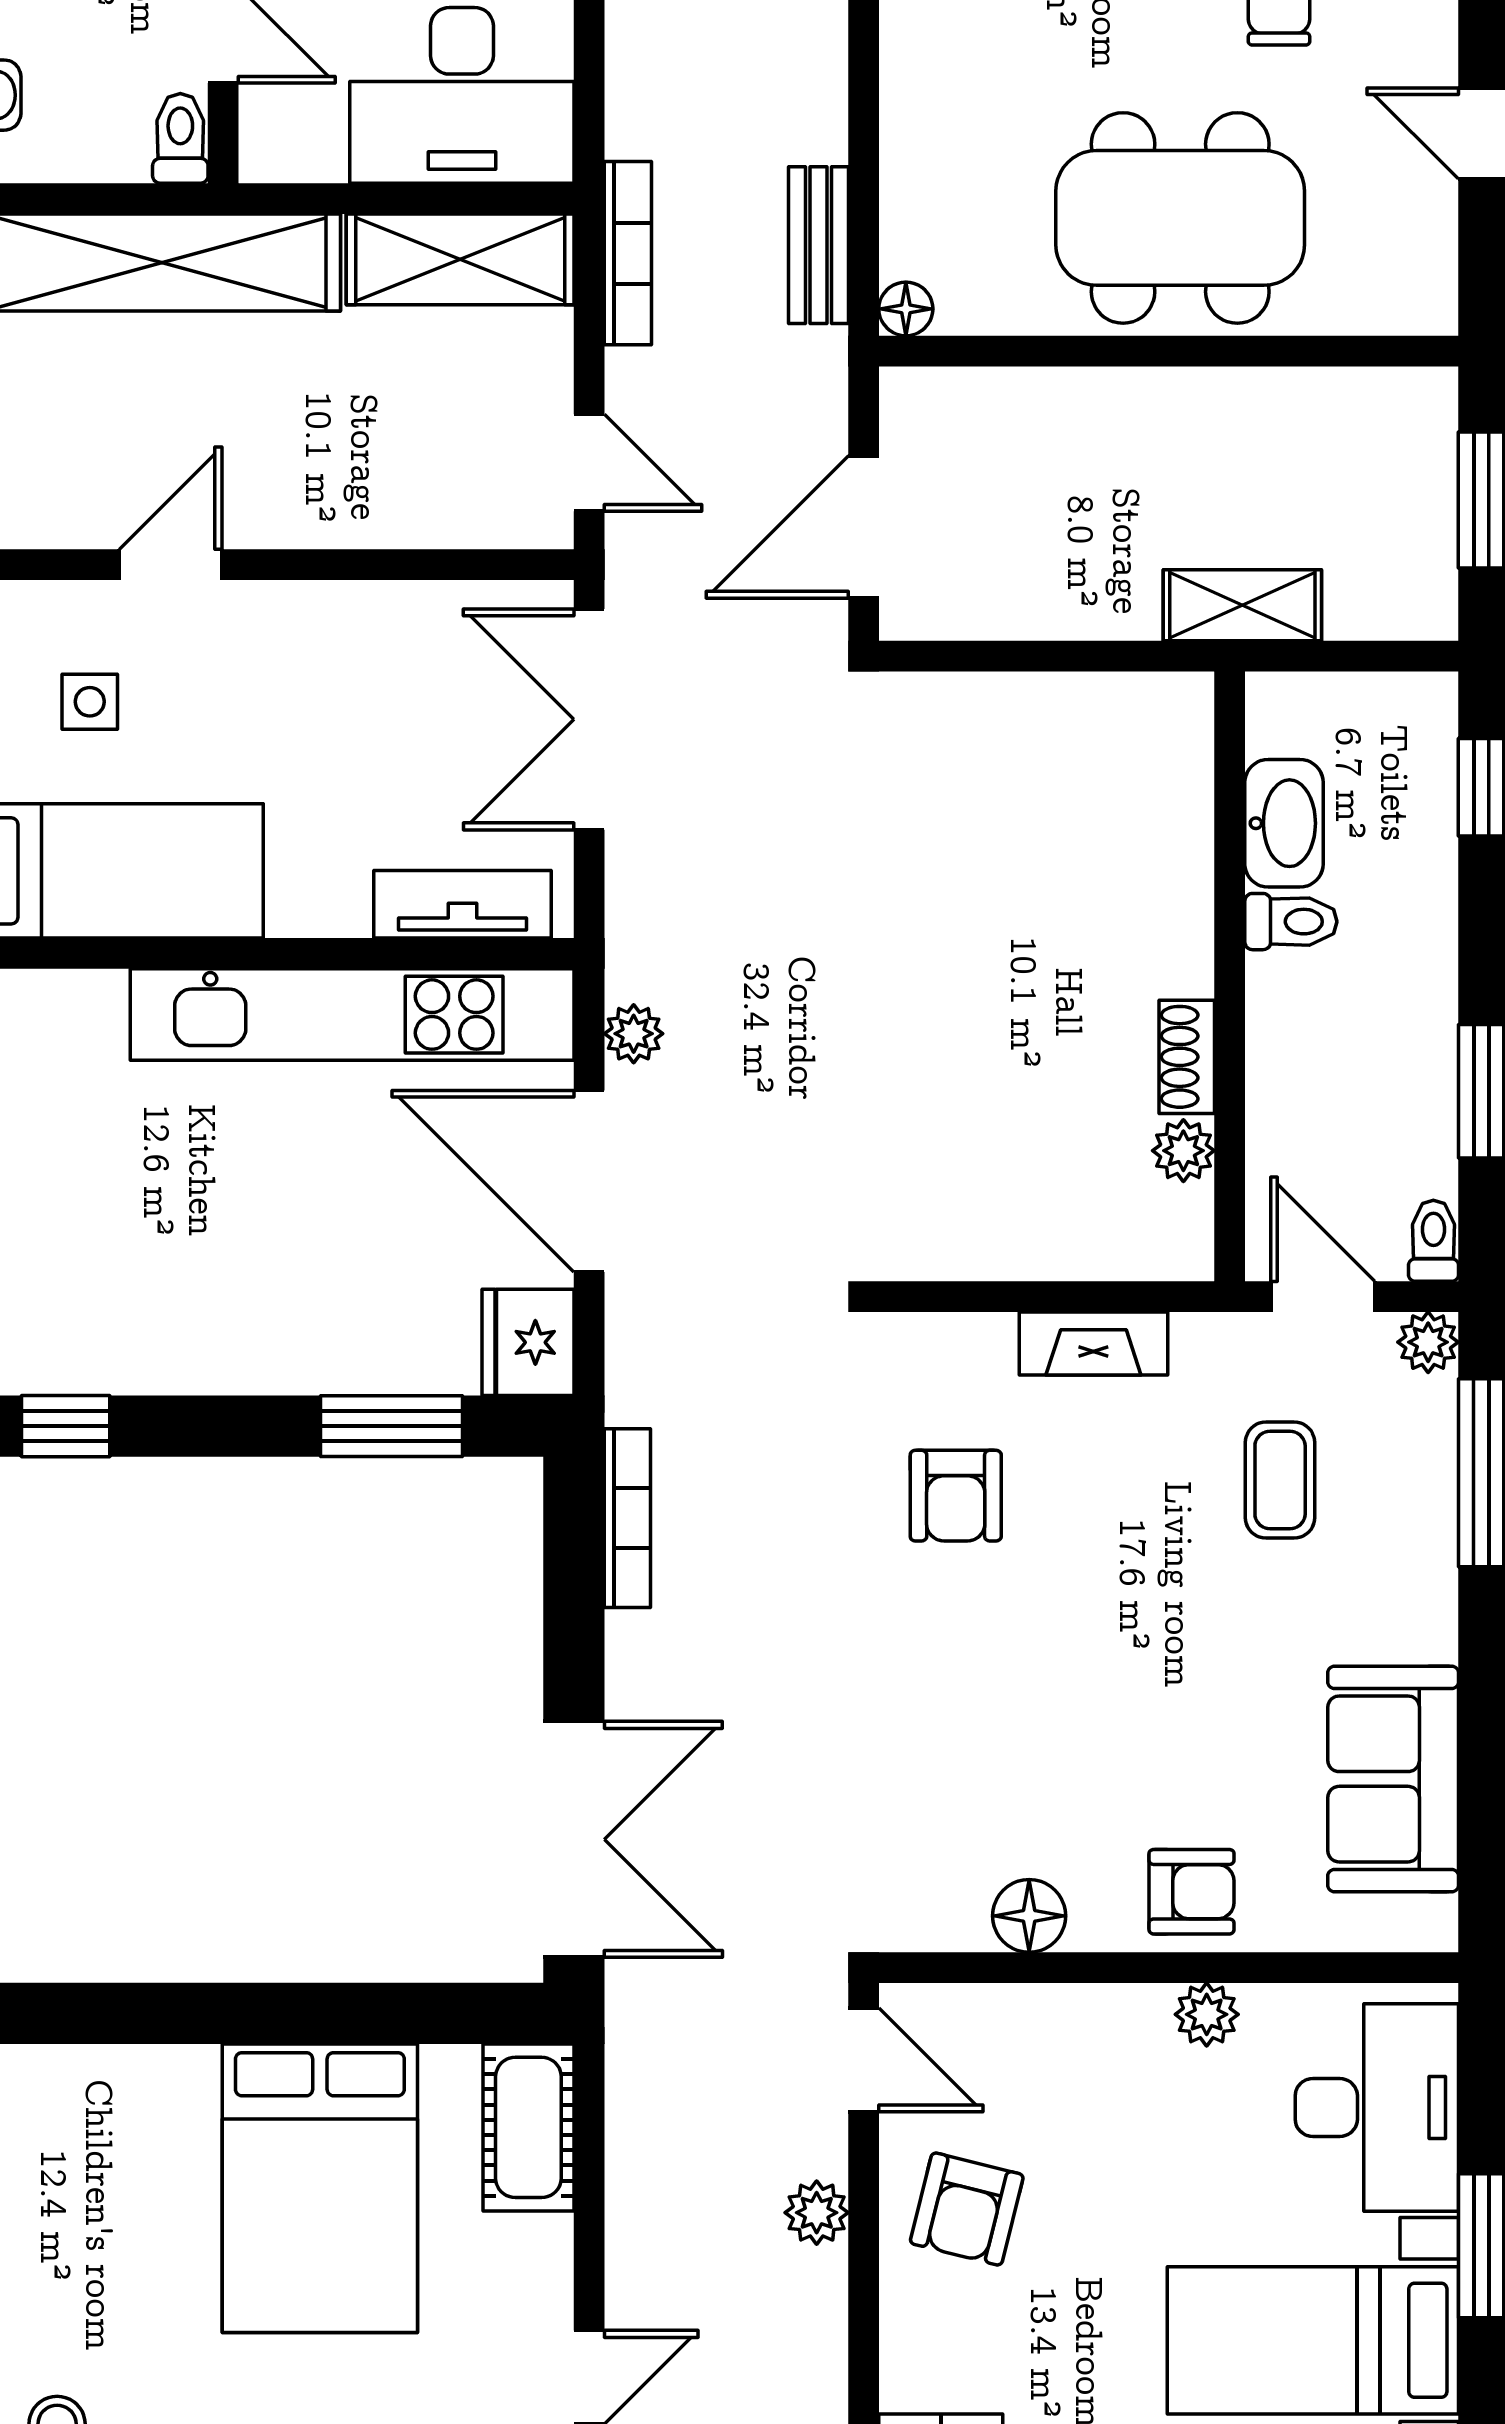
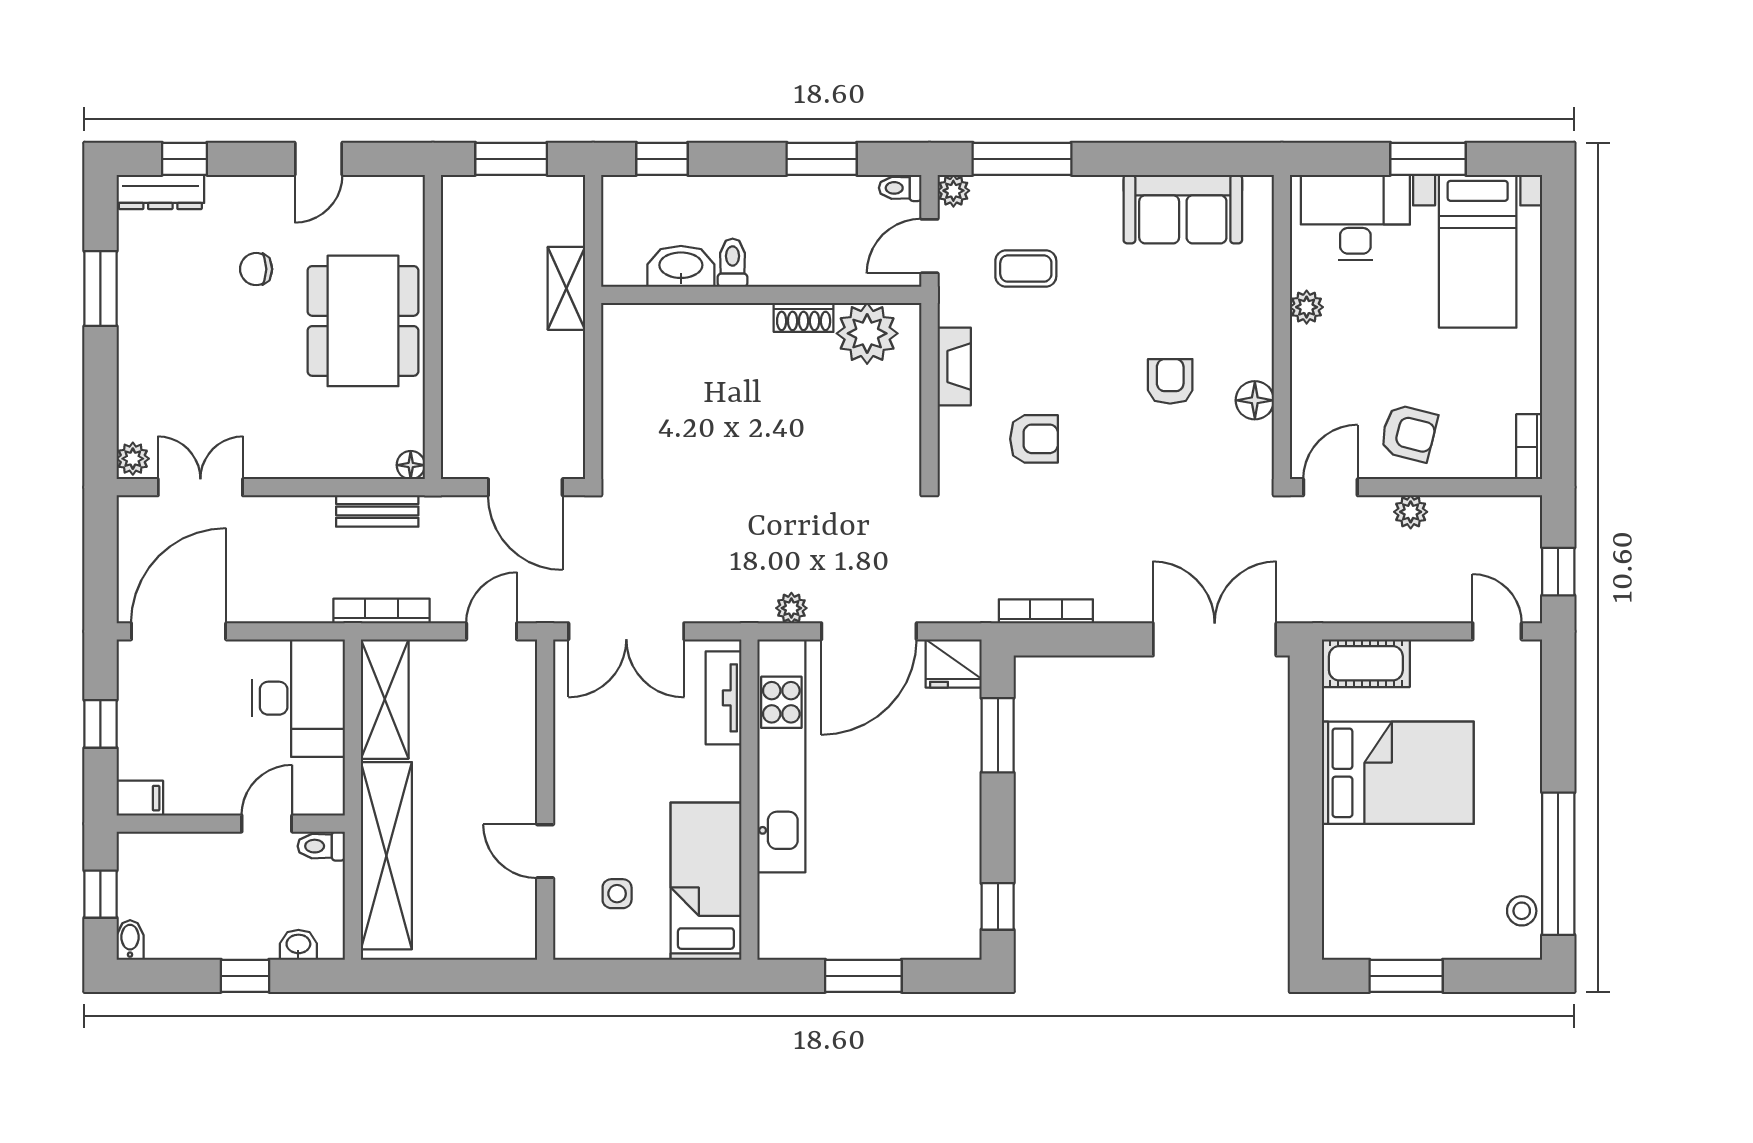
plant: (1183, 1151) -> (867, 333), width x1.87, depth x1.87
armchair: (1192, 1892) -> (1170, 381), moved

